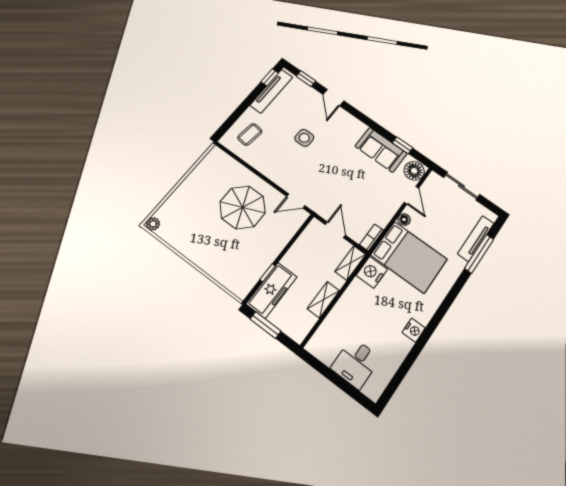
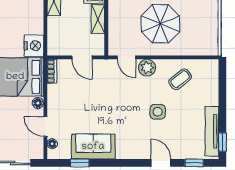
coffee table: (250, 134) -> (180, 79), moved, turned 44
floor lamp: (414, 171) -> (52, 144), width x0.53, depth x0.53
plant: (285, 179) -> (147, 68), added
door: (296, 201) -> (126, 57), swing flipped
shelving: (350, 263) -> (98, 19), moved

